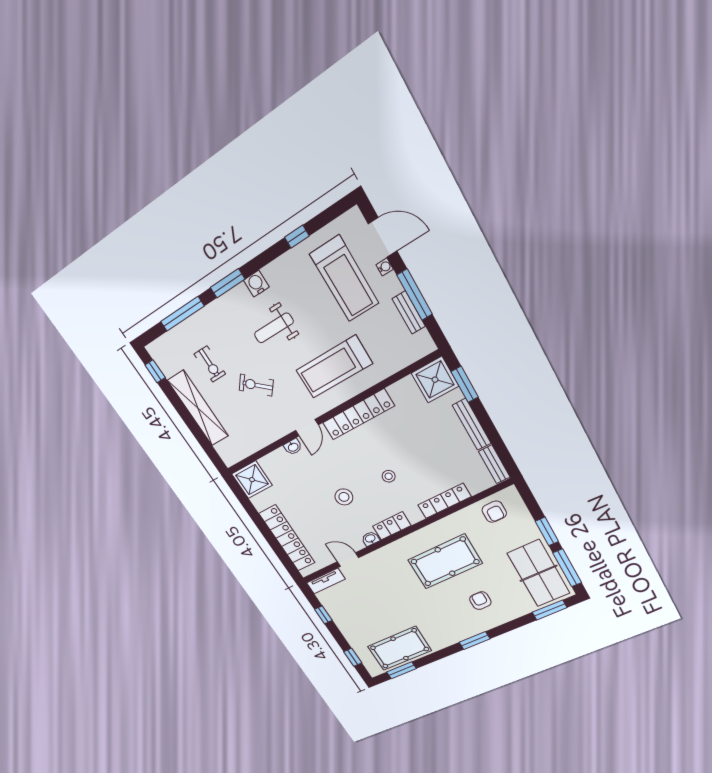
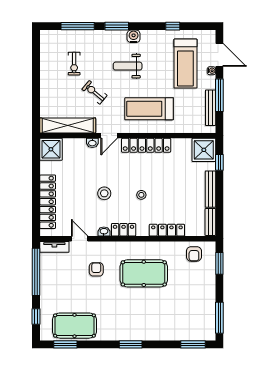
bench: (409, 312) -> (211, 108), width x1.36
window: (155, 371) -> (36, 48), removed
window: (465, 384) -> (219, 162), width x0.67
shelving: (198, 408) -> (68, 125), moved, turned 90
window: (547, 531) -> (219, 263), moved
table tennis table: (538, 573) -> (199, 313), removed
armchair: (480, 601) -> (96, 269), moved
window: (323, 615) -> (36, 272), width x3.17

